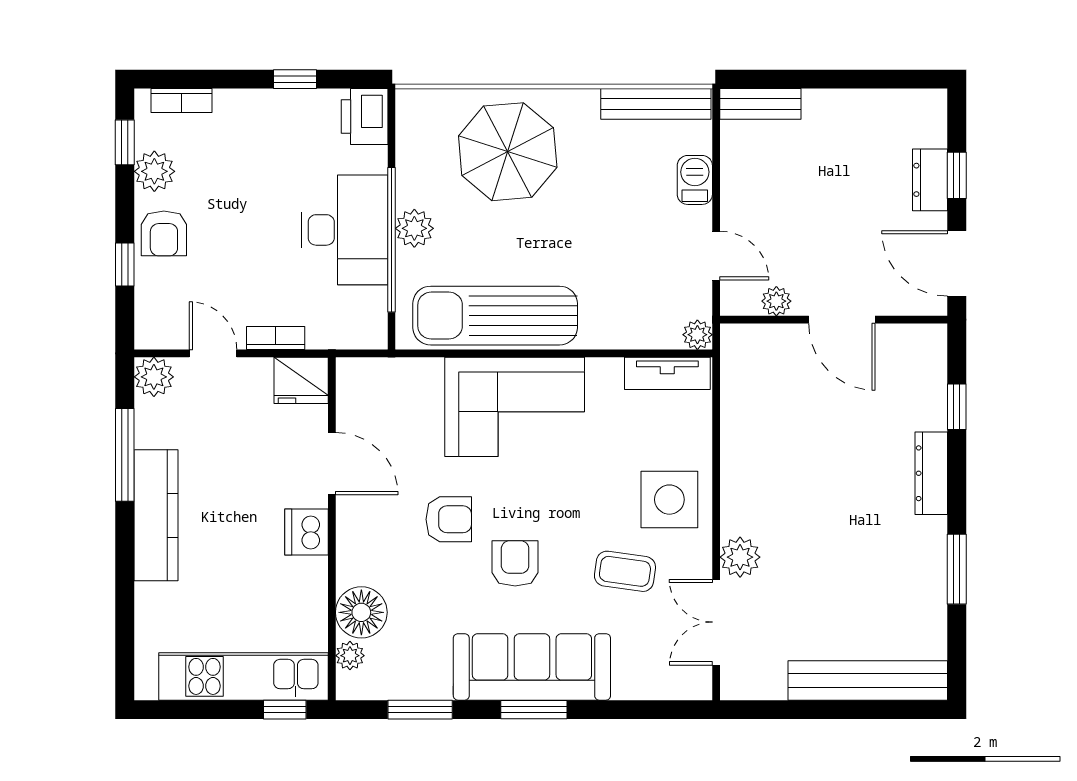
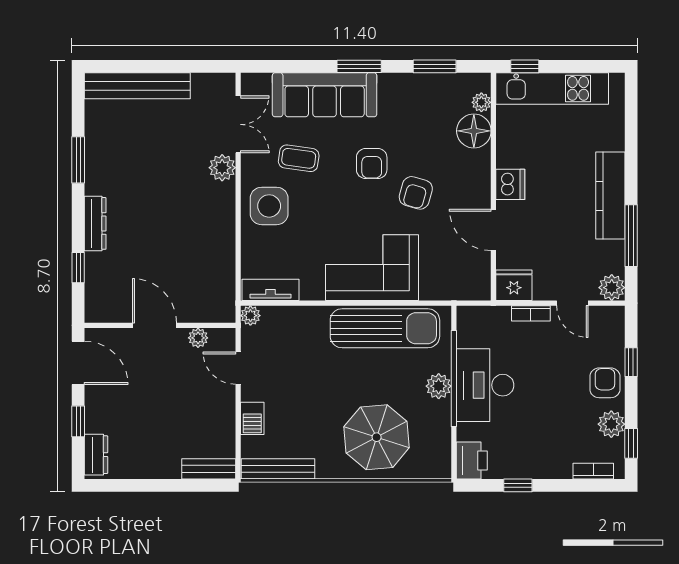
dresser: (930, 180) -> (96, 455), moved
armchair: (449, 519) -> (416, 193), turned -74
sofa: (532, 667) -> (325, 95), moved

